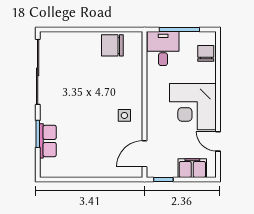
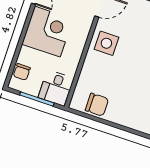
side table: (124, 115) -> (106, 43), width x1.87, depth x1.87

